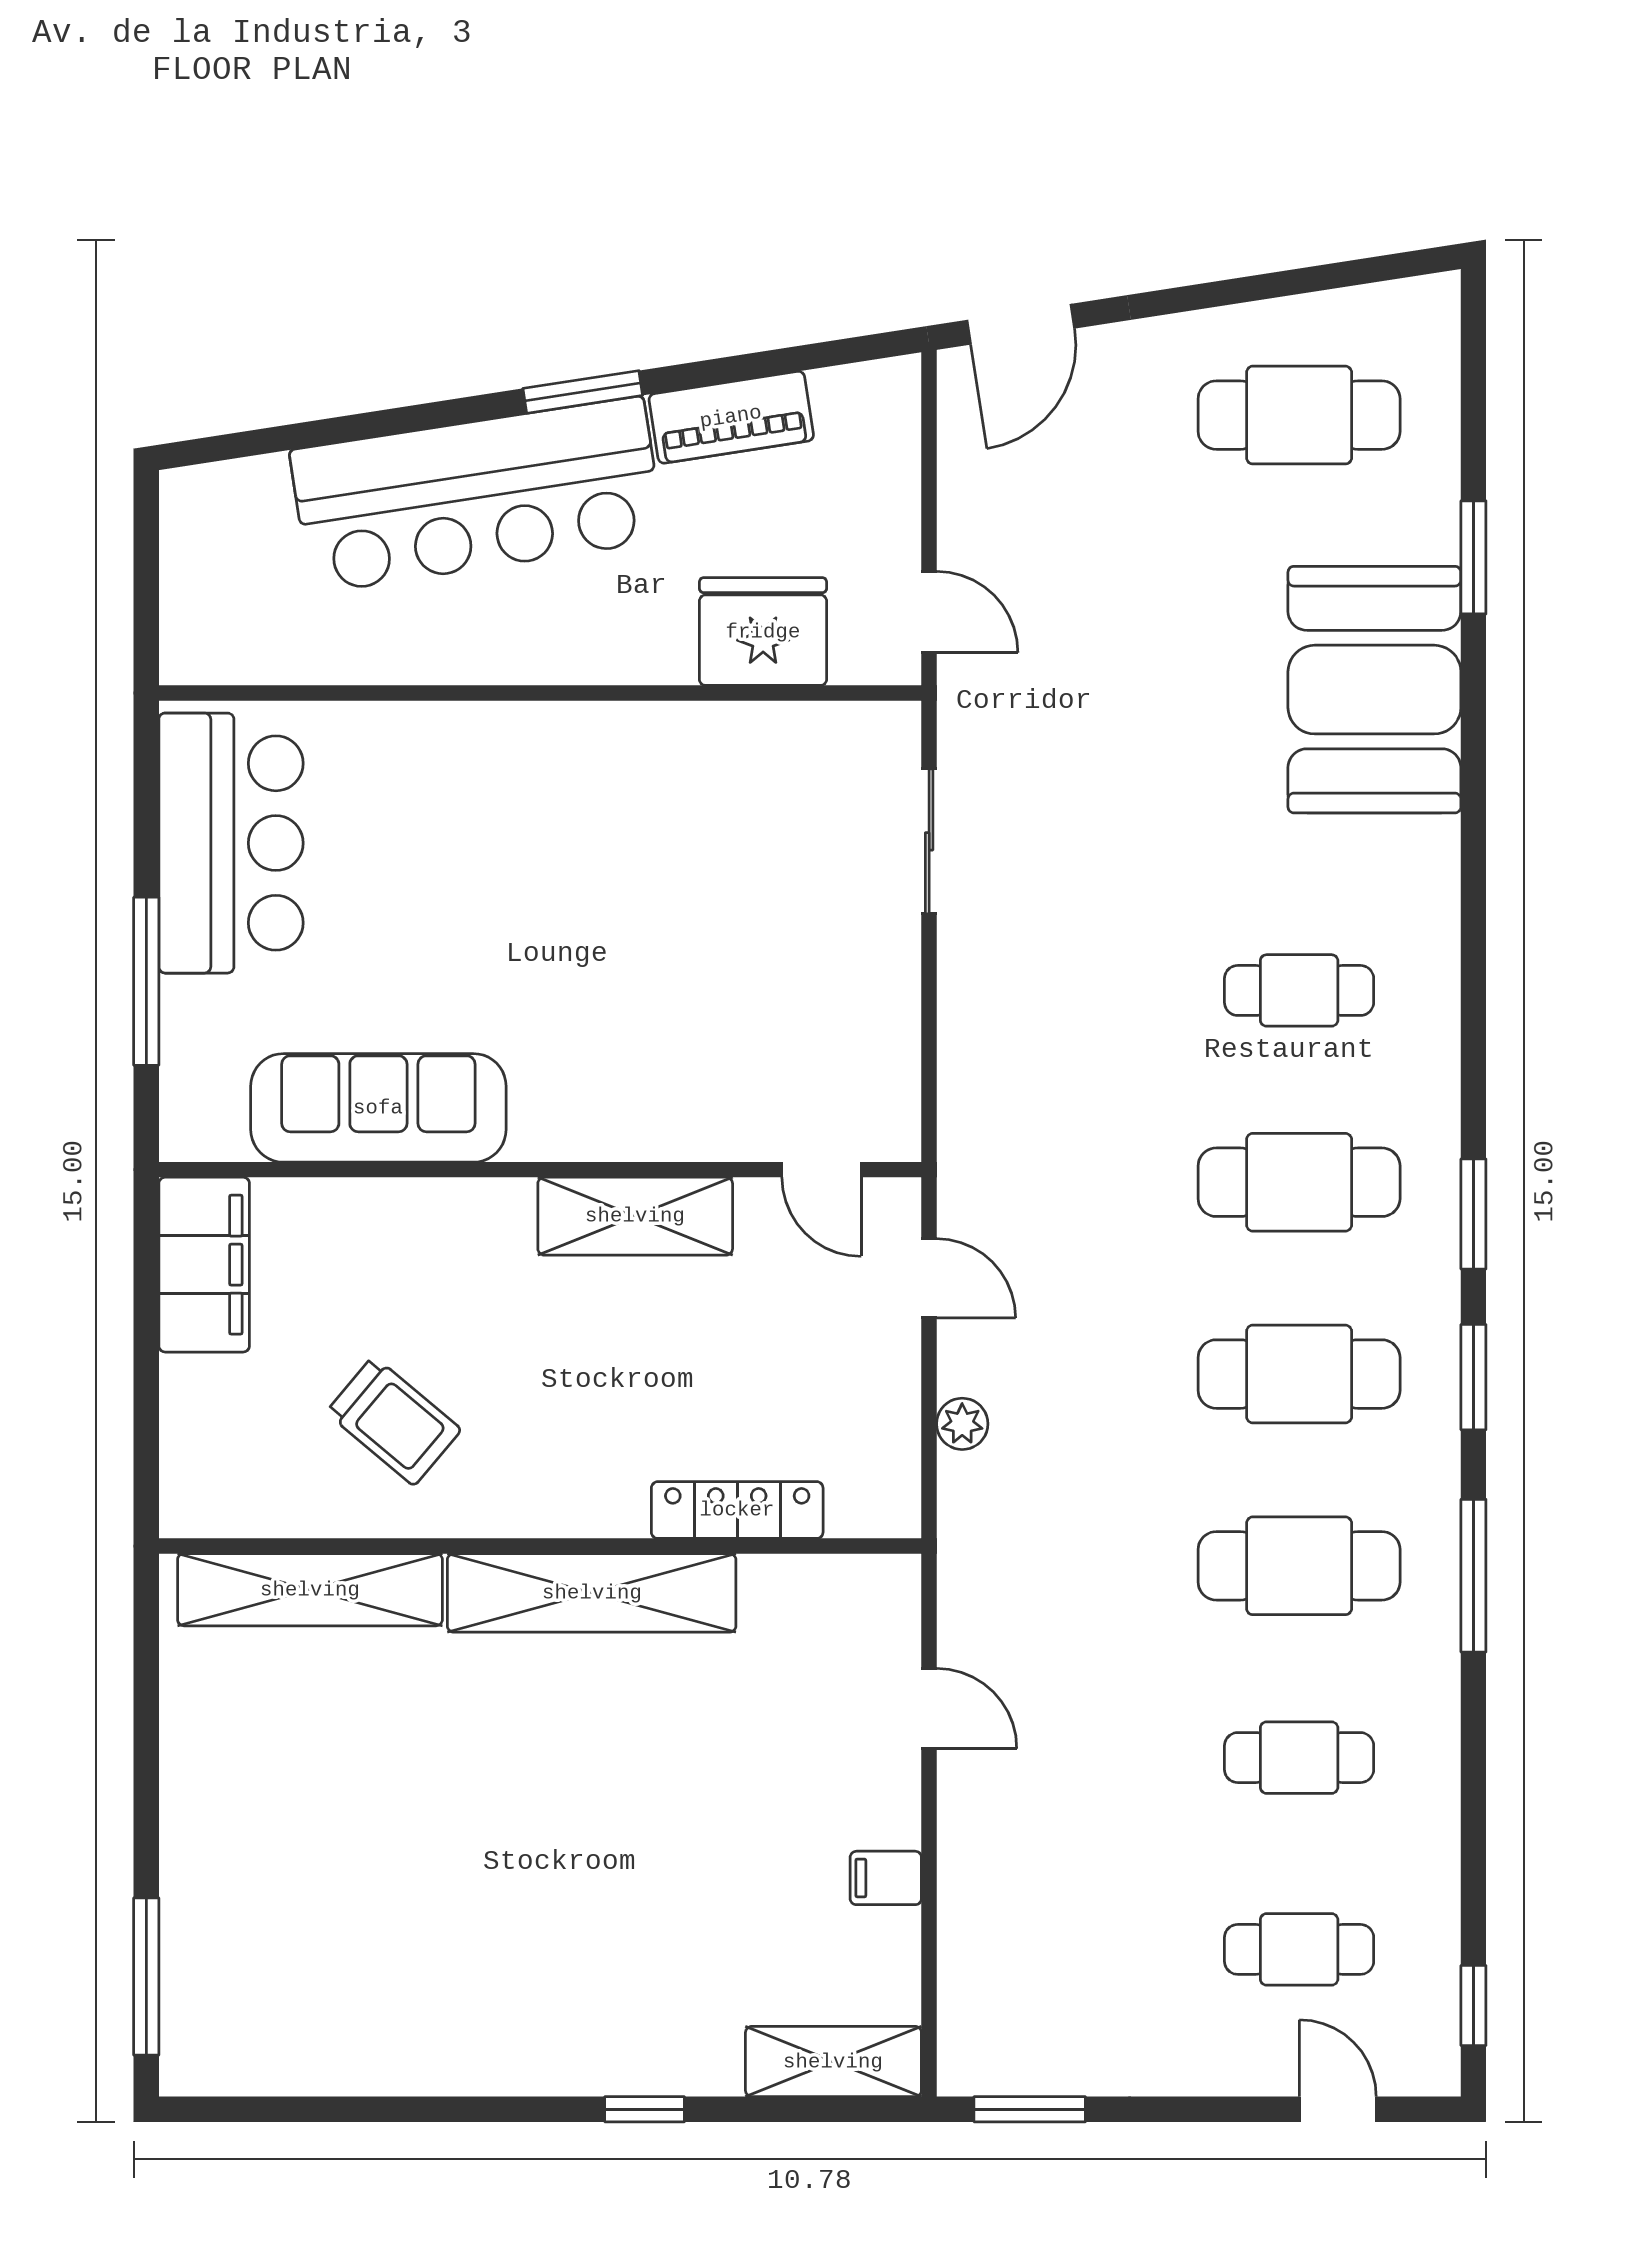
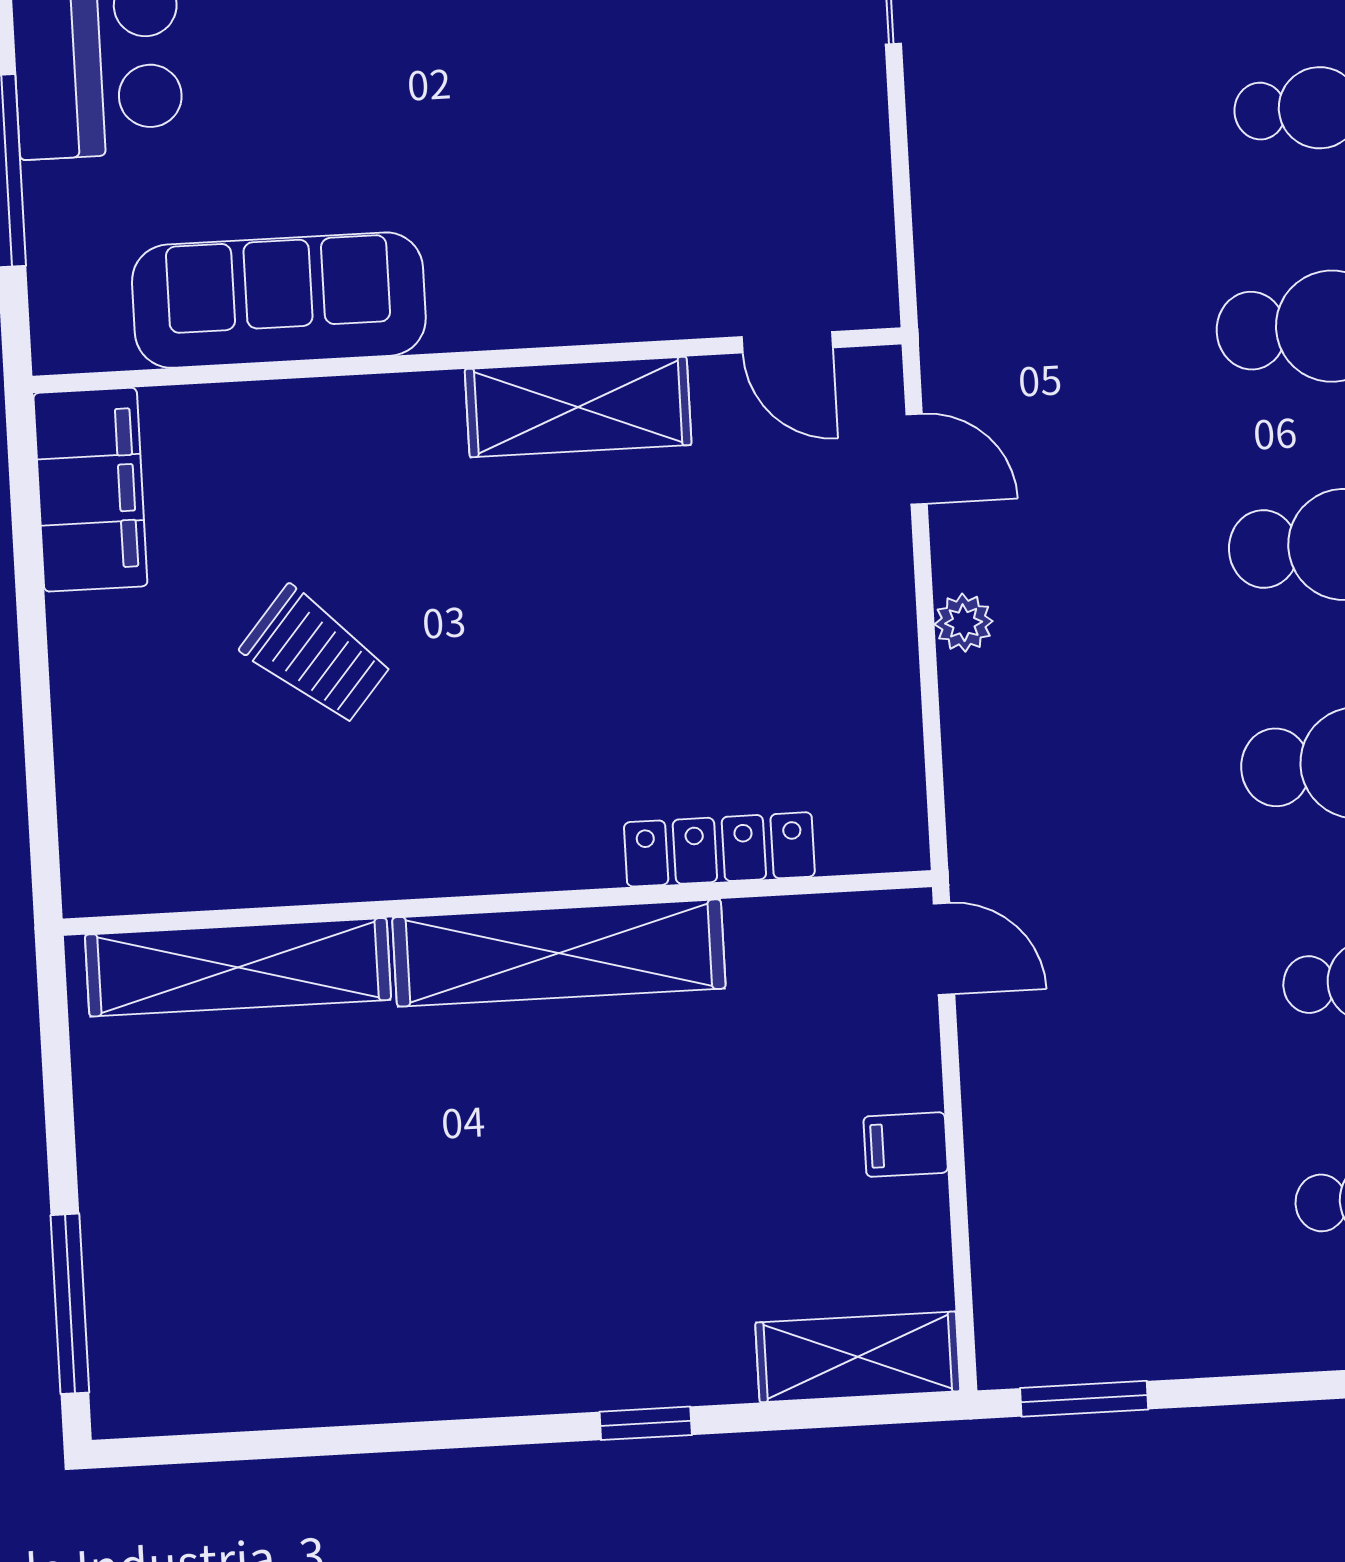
locker: (737, 1510) -> (719, 849), moved
wall: (540, 1546) -> (497, 903), moved
shelving: (310, 1590) -> (238, 967), moved
shelving: (592, 1593) -> (559, 953), moved

